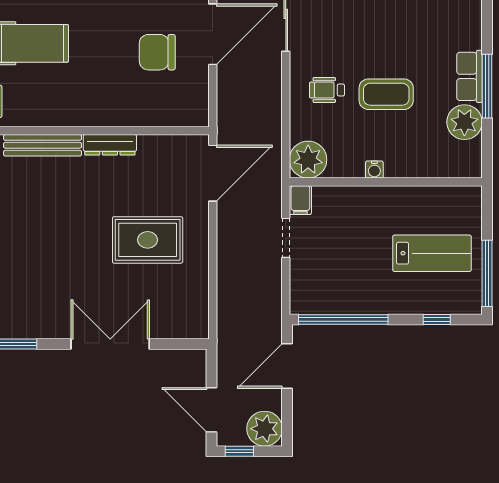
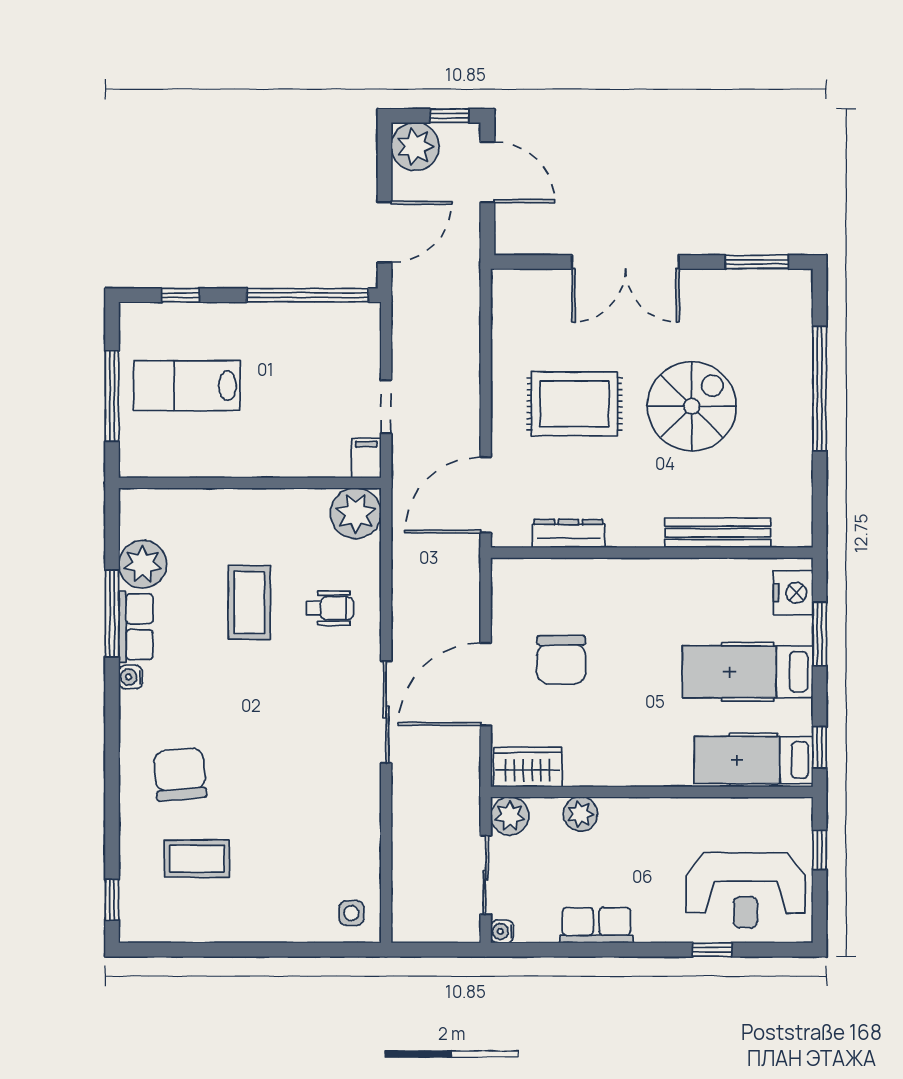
chair: (157, 52) -> (561, 660), turned 90
coffee table: (386, 94) -> (249, 602), turned 90
dresser: (110, 145) -> (568, 534), moved
water cooler: (374, 170) -> (130, 677), moved, turned -90
spiral stairs: (62, 238) -> (692, 406), added
window: (487, 273) -> (112, 396), moved

